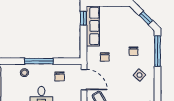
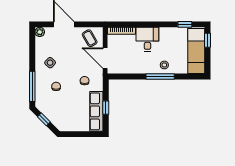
window: (83, 18) -> (106, 108), moved
window: (39, 61) -> (160, 76), moved
chair: (60, 76) -> (129, 61), removed

